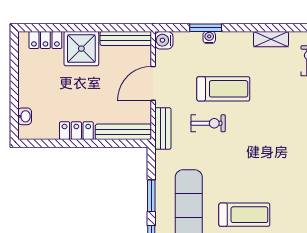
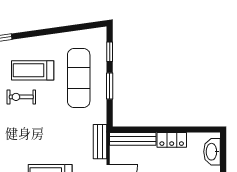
washbasin: (25, 116) -> (212, 152), width x1.91, depth x1.45
exercise bike: (208, 123) -> (21, 97), moved

